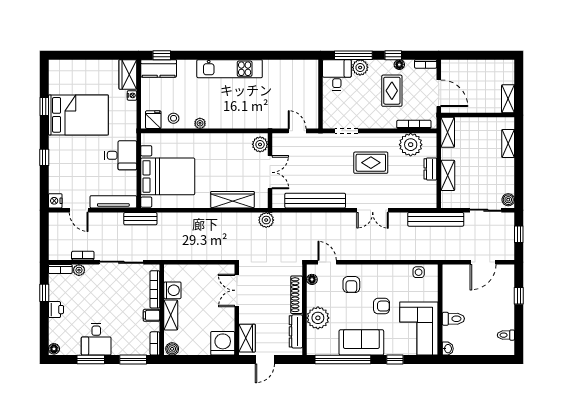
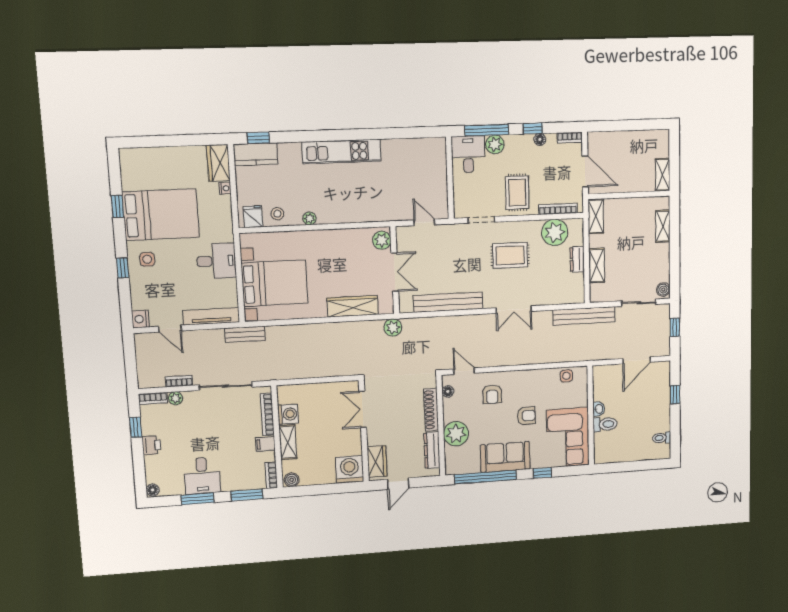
rug: (392, 91) -> (517, 192), moved
side table: (65, 151) -> (147, 259), added
washbasin: (448, 349) -> (599, 409), moved

